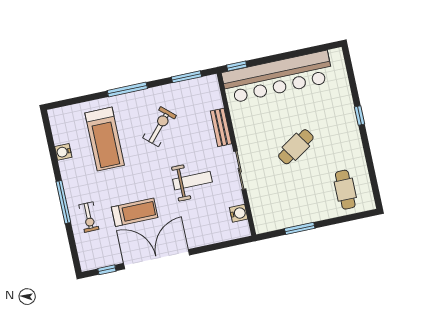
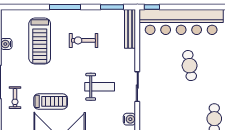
exercise bike: (160, 127) -> (83, 40), turned -132
bench: (221, 127) -> (130, 29), moved, width x1.36
cafe table: (296, 147) -> (190, 66), moved, turned -66

